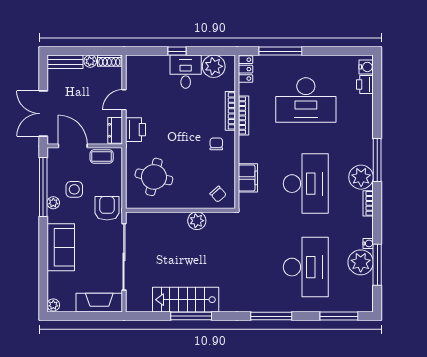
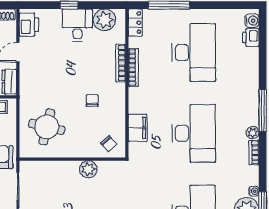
desk: (306, 100) -> (194, 53), turned -90
printer: (135, 130) -> (29, 25), moved
chair: (216, 144) -> (92, 101), moved
plant: (361, 177) -> (253, 133), width x0.53, depth x0.53

